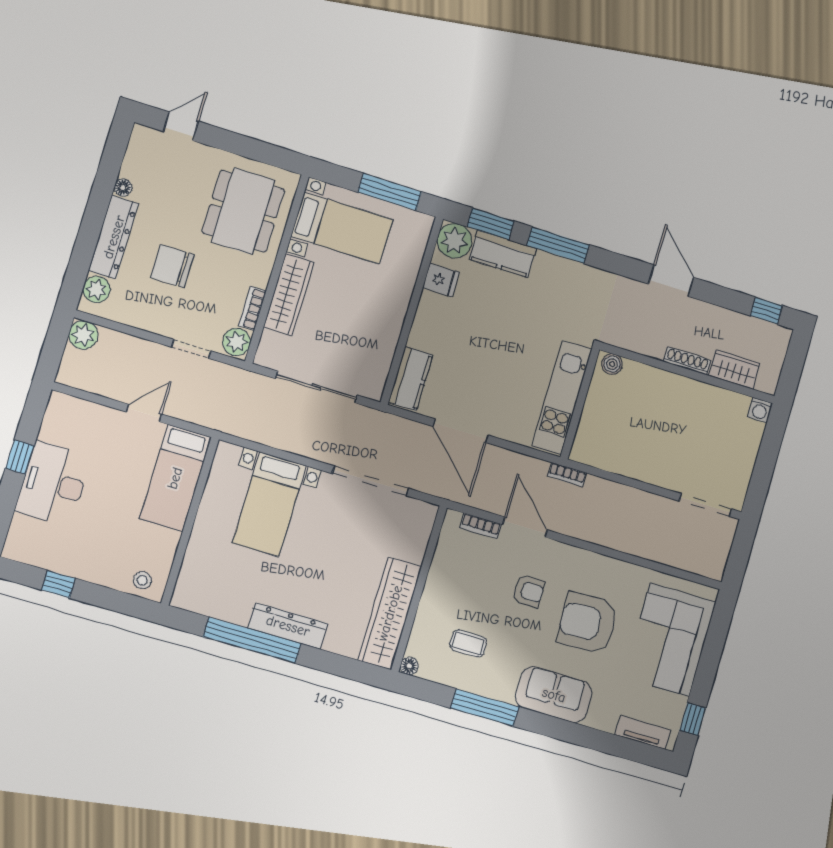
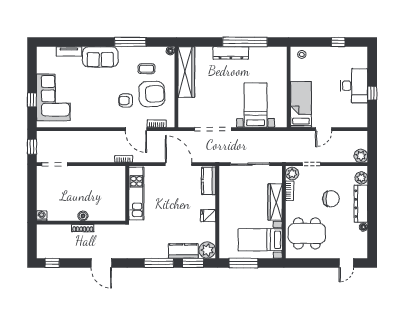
dining table: (243, 211) -> (307, 233), turned 90
fridge: (441, 280) -> (208, 216), moved
boiler: (612, 364) -> (83, 216), moved
wardrobe: (734, 369) -> (59, 231), removed
window: (740, 553) -> (32, 147), added
armchair: (588, 623) -> (152, 94), moved
window: (693, 719) -> (32, 100), moved
tv unit: (643, 732) -> (69, 51), moved

